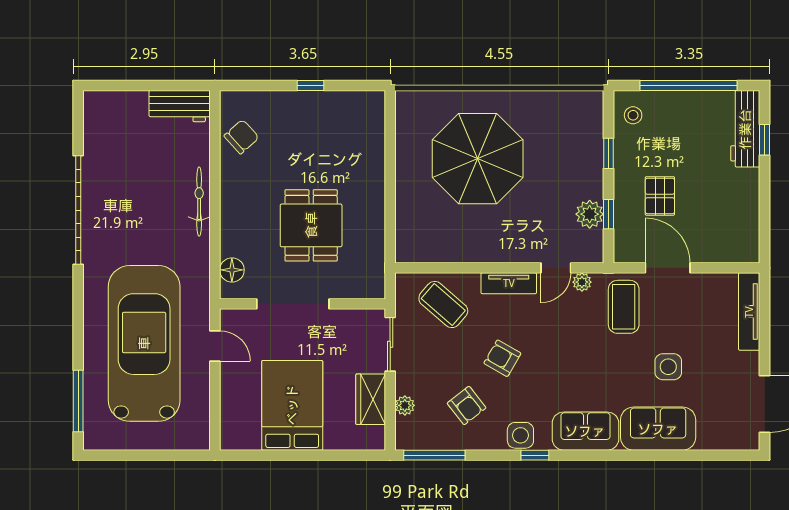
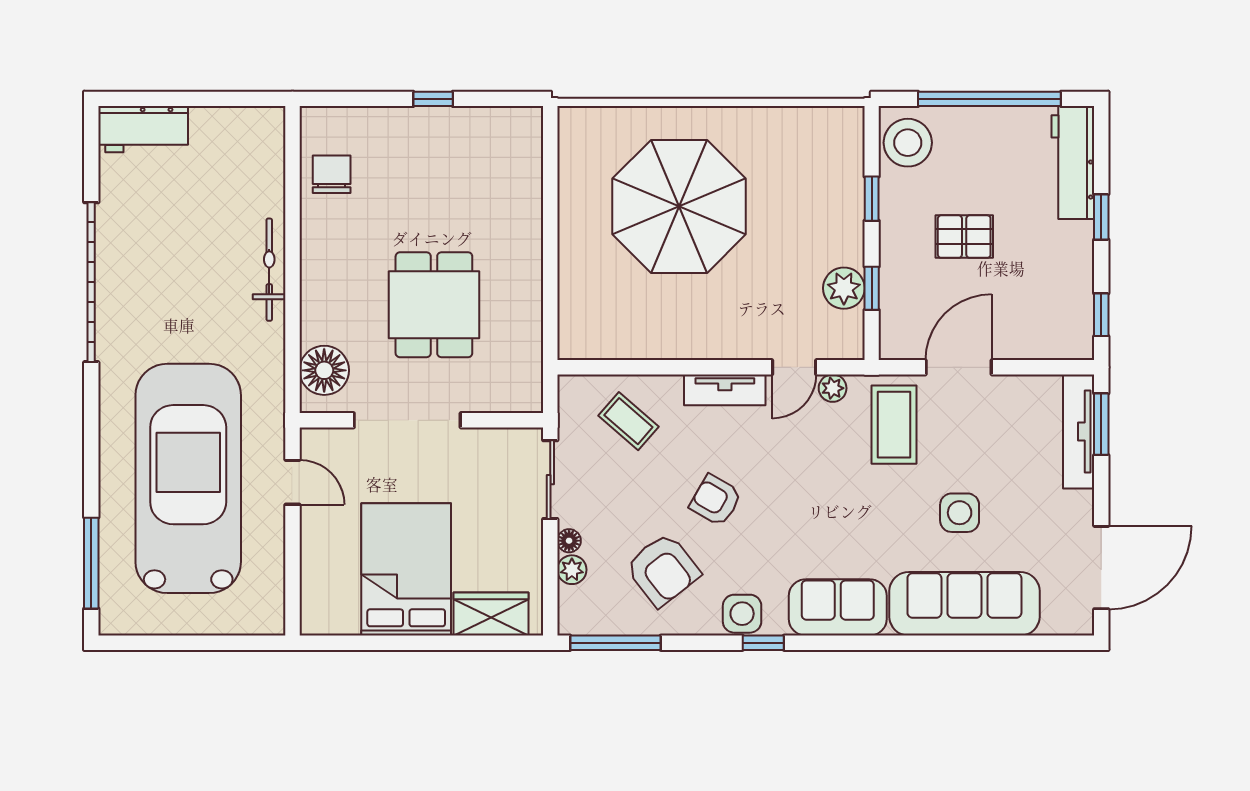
workbench: (180, 106) -> (143, 129), moved
stool: (633, 115) -> (908, 143), width x1.89, depth x1.89
chair: (242, 137) -> (332, 174), turned -48
window: (765, 140) -> (1101, 217), moved
pallet: (660, 196) -> (964, 237), moved, turned 90
window: (765, 232) -> (1101, 315), added
door: (668, 268) -> (959, 367), hinge flipped
floor lamp: (232, 270) -> (324, 370), width x1.38, depth x1.38
coffee table: (443, 305) -> (628, 421), width x0.73, depth x0.77
window: (765, 307) -> (1101, 424), added
floor lamp: (403, 386) -> (569, 541), added
wardrobe: (371, 399) -> (491, 614), moved, turned 90
armchair: (467, 406) -> (663, 570), width x1.38, depth x1.38
sofa: (658, 429) -> (964, 604), width x1.36

